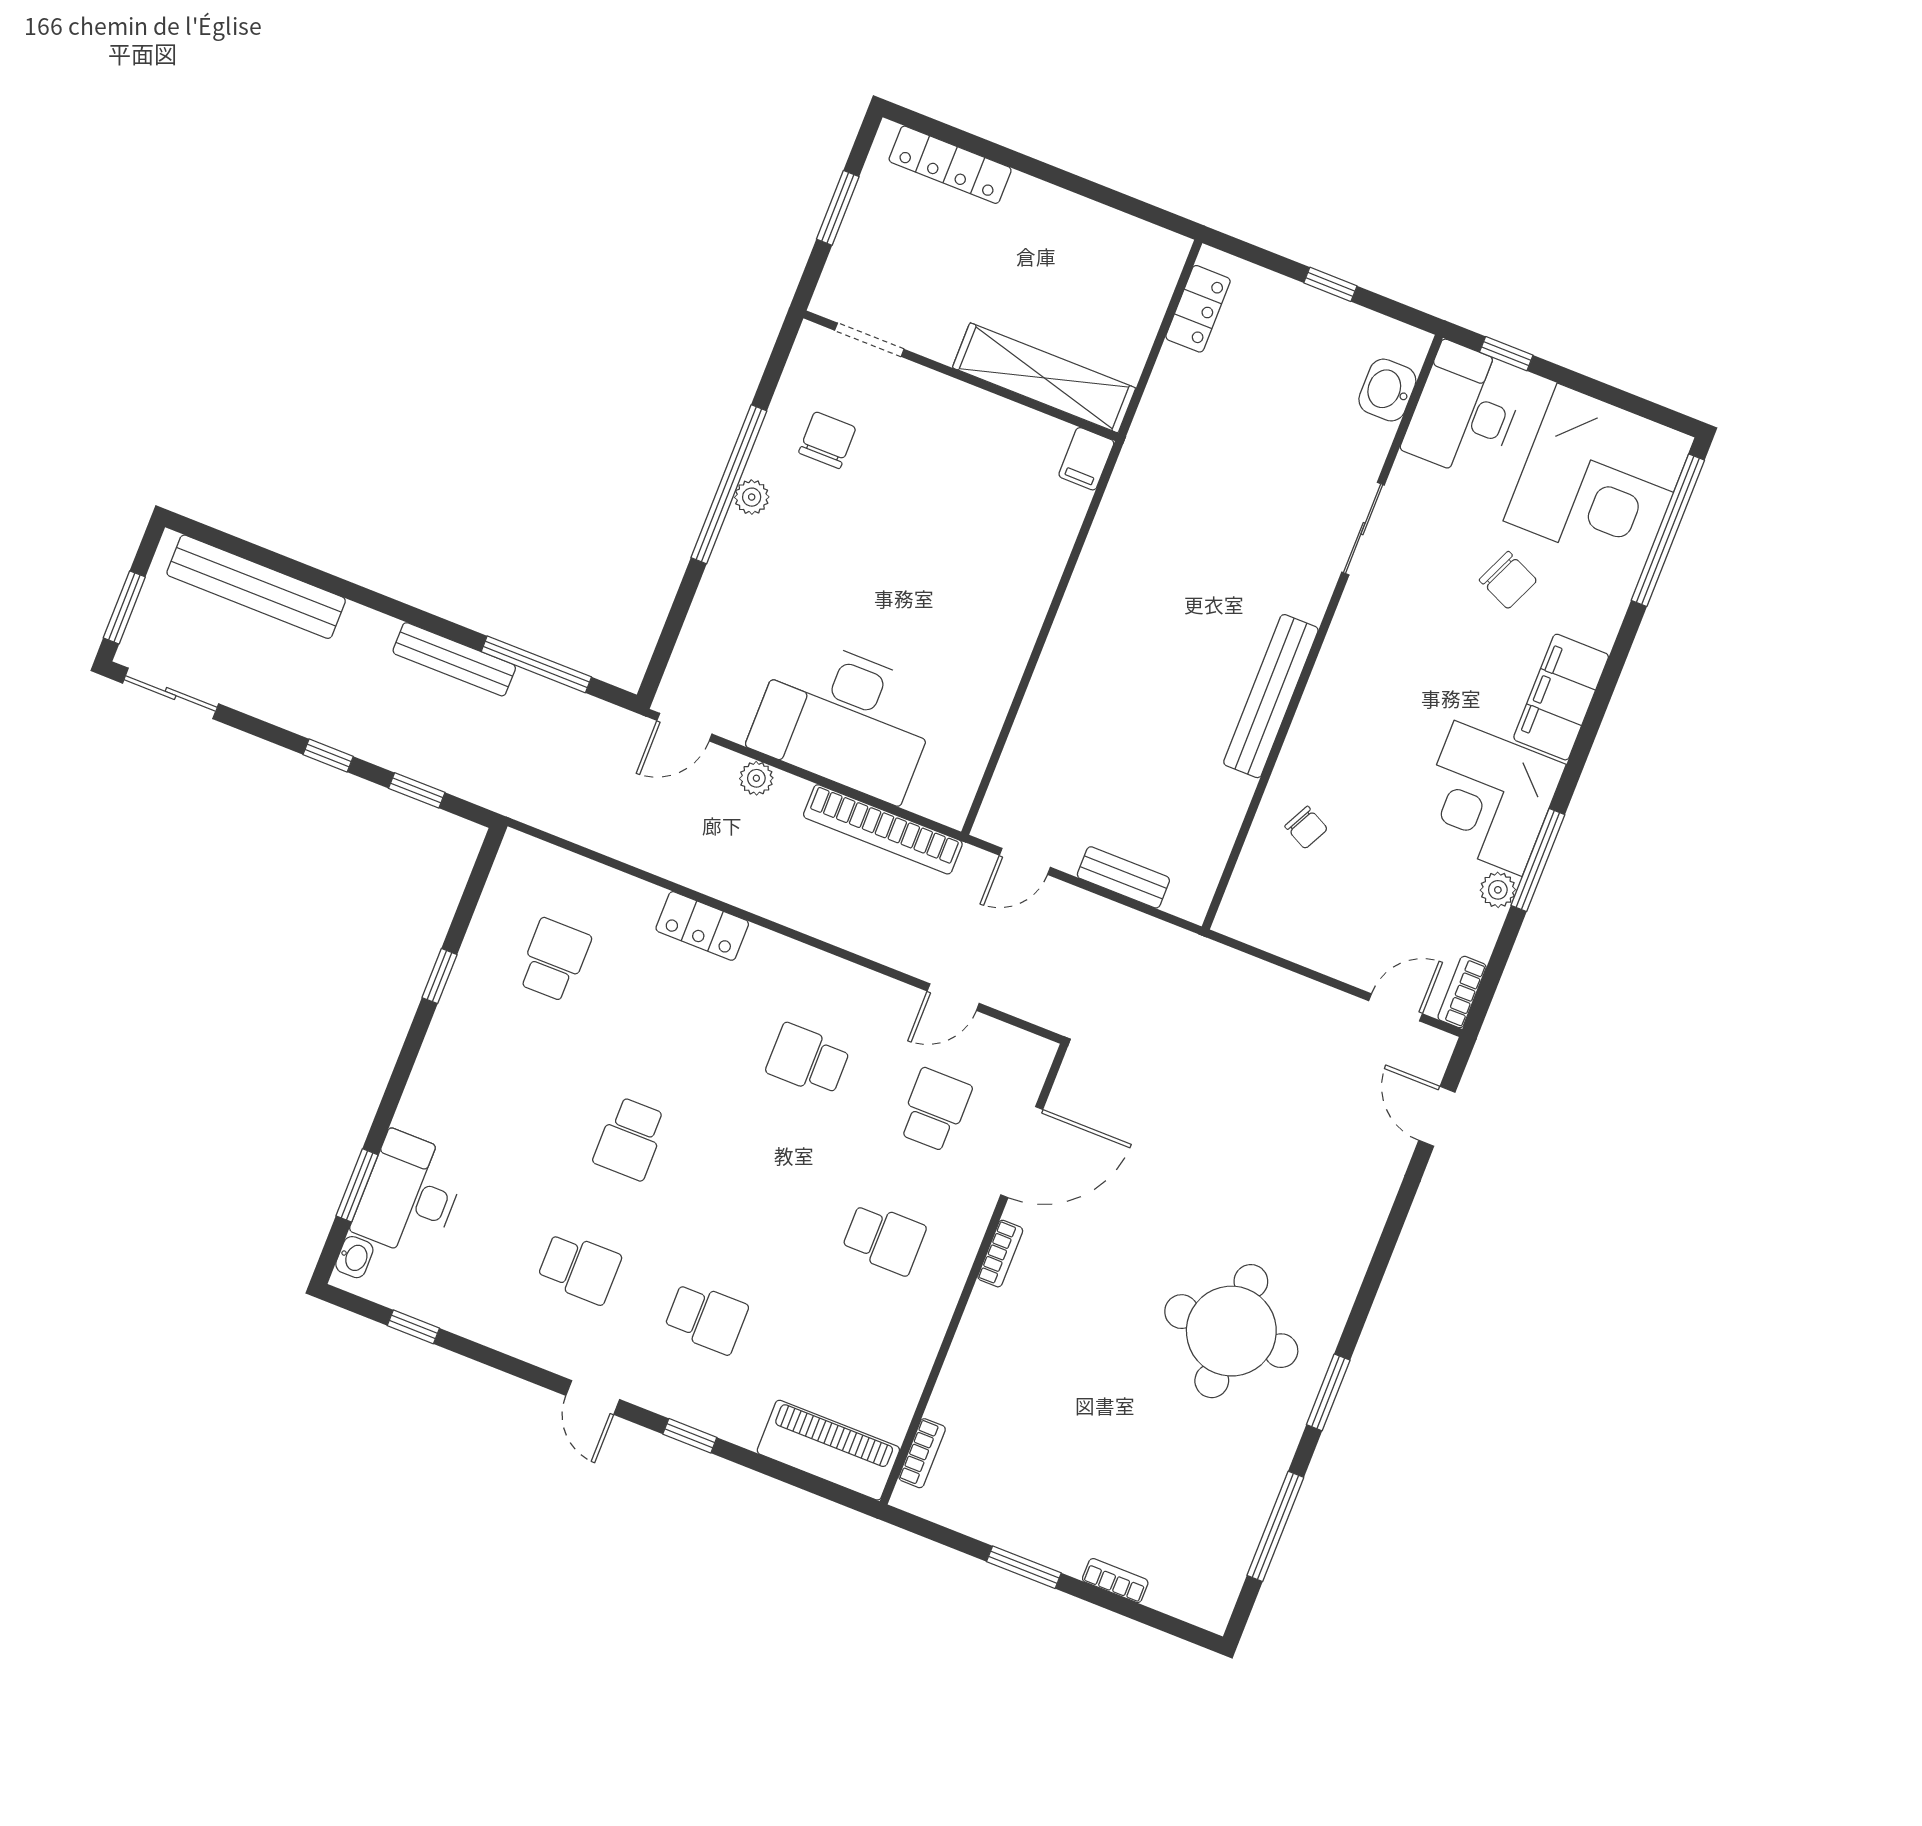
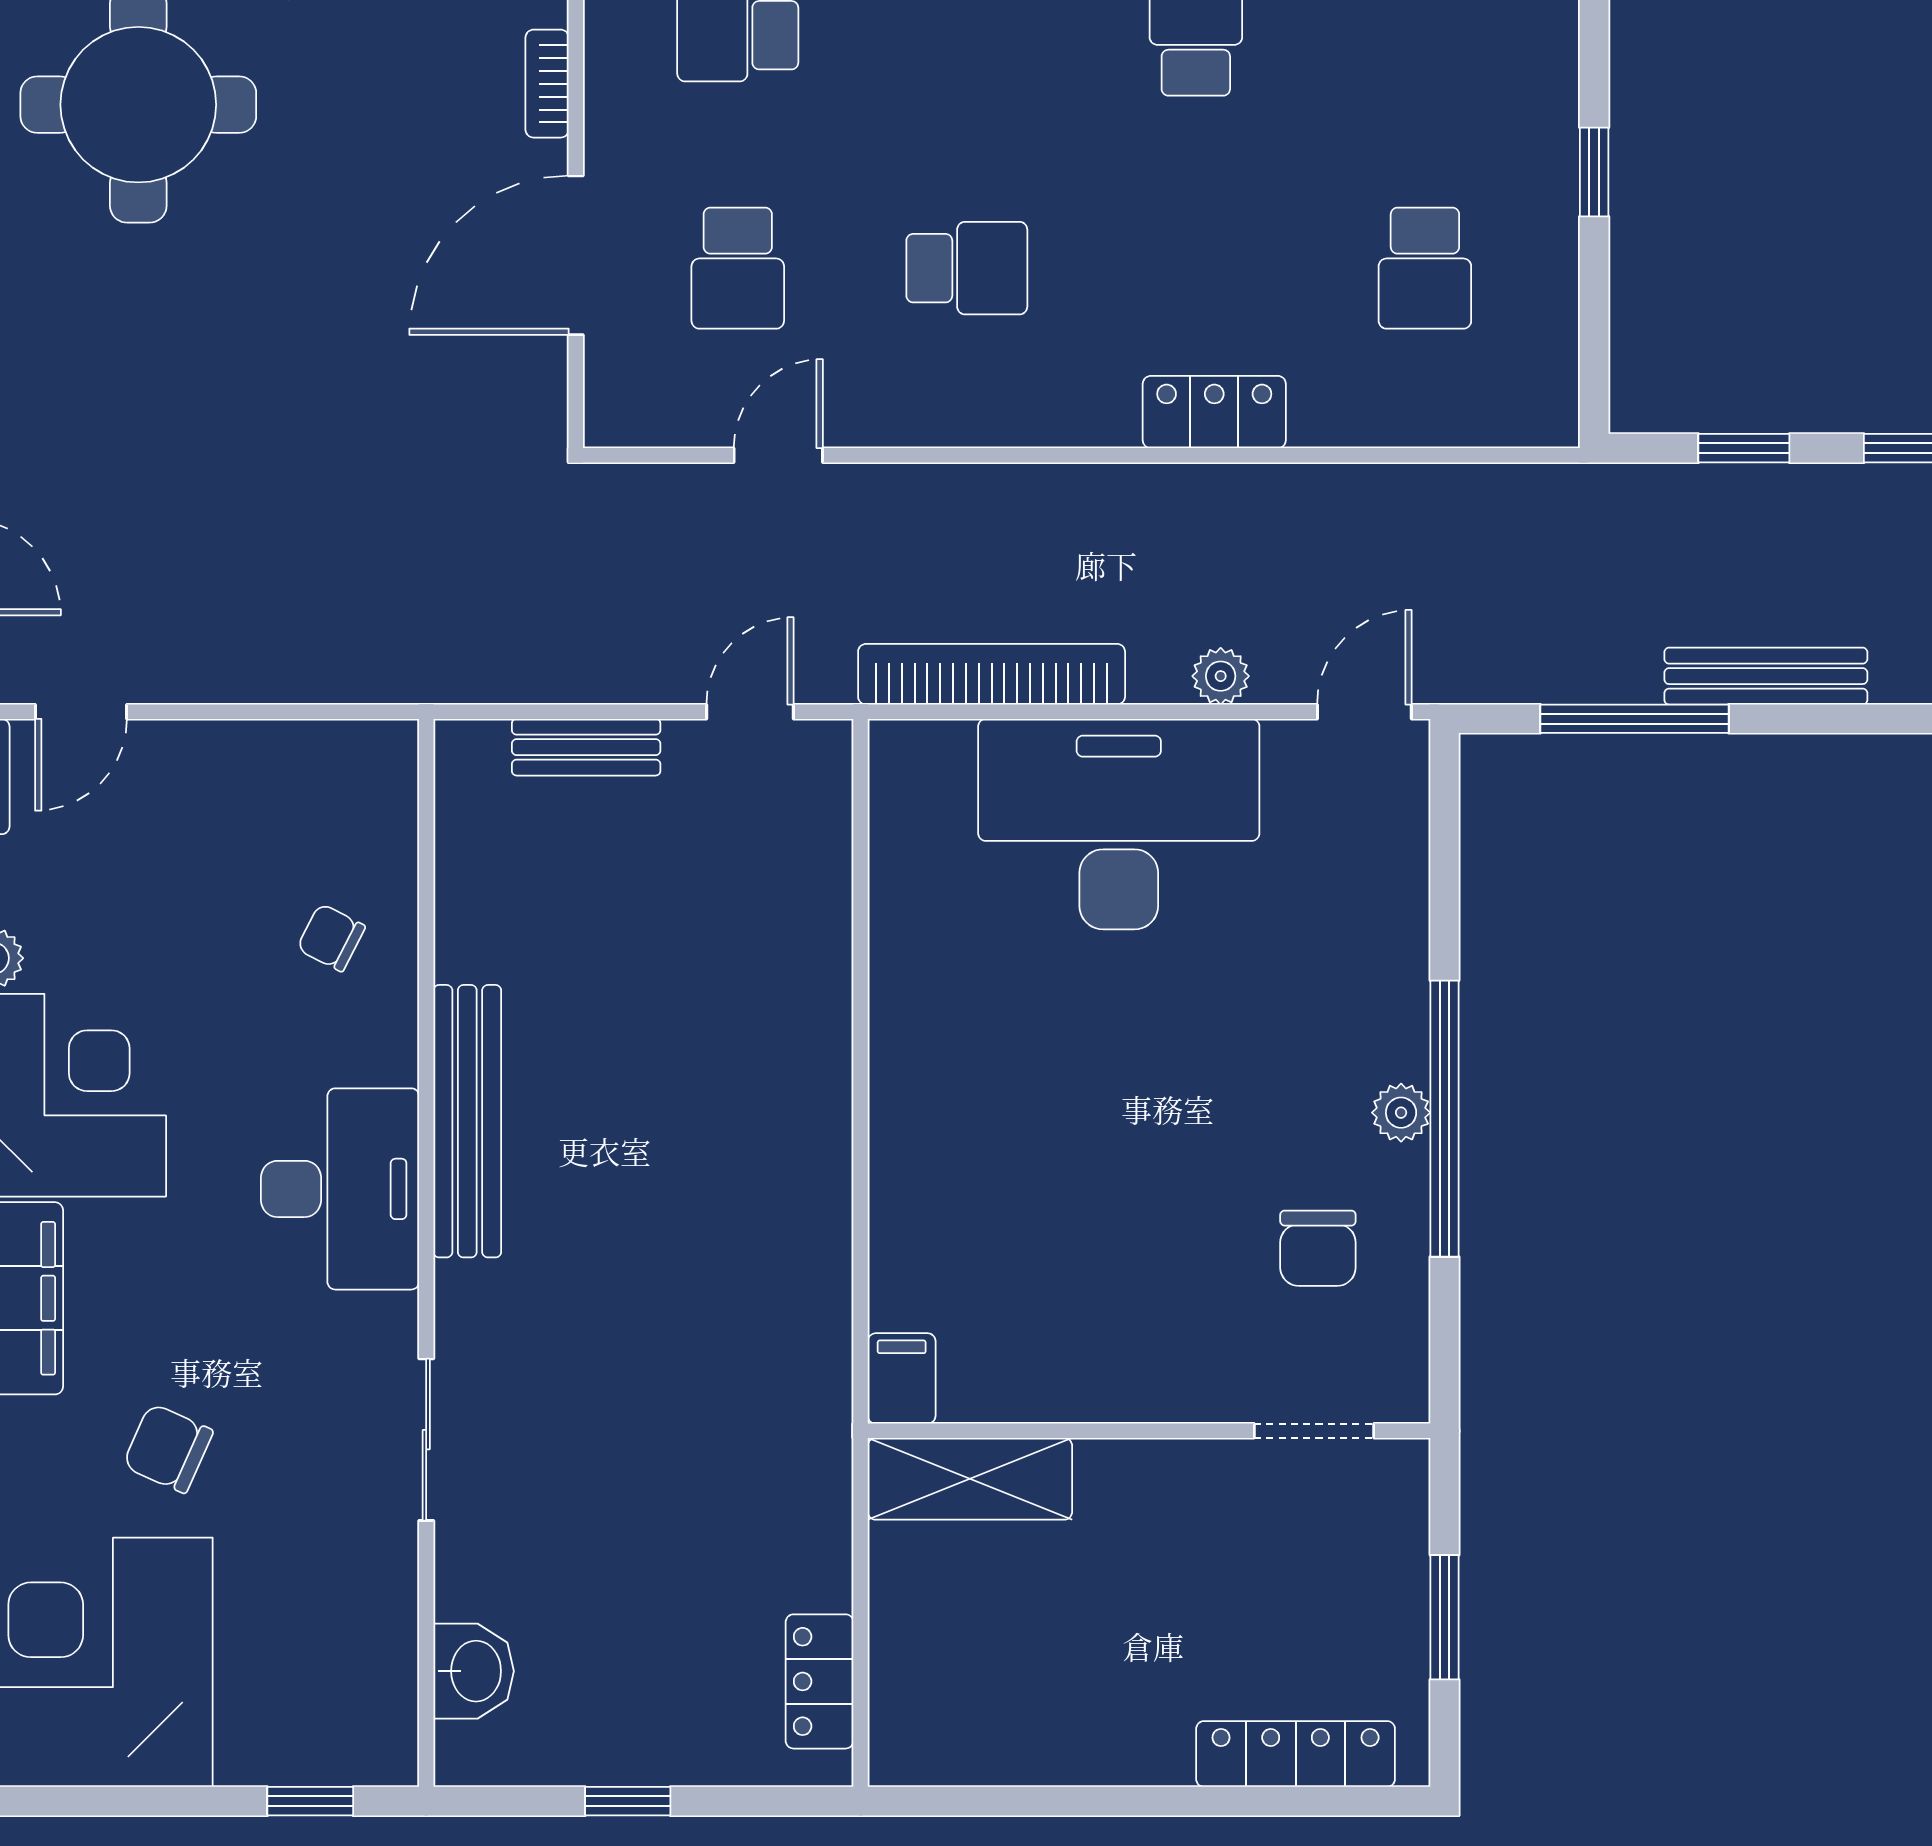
shelving: (1044, 378) -> (970, 1479), width x0.68
desk: (1465, 411) -> (340, 1189), moved

